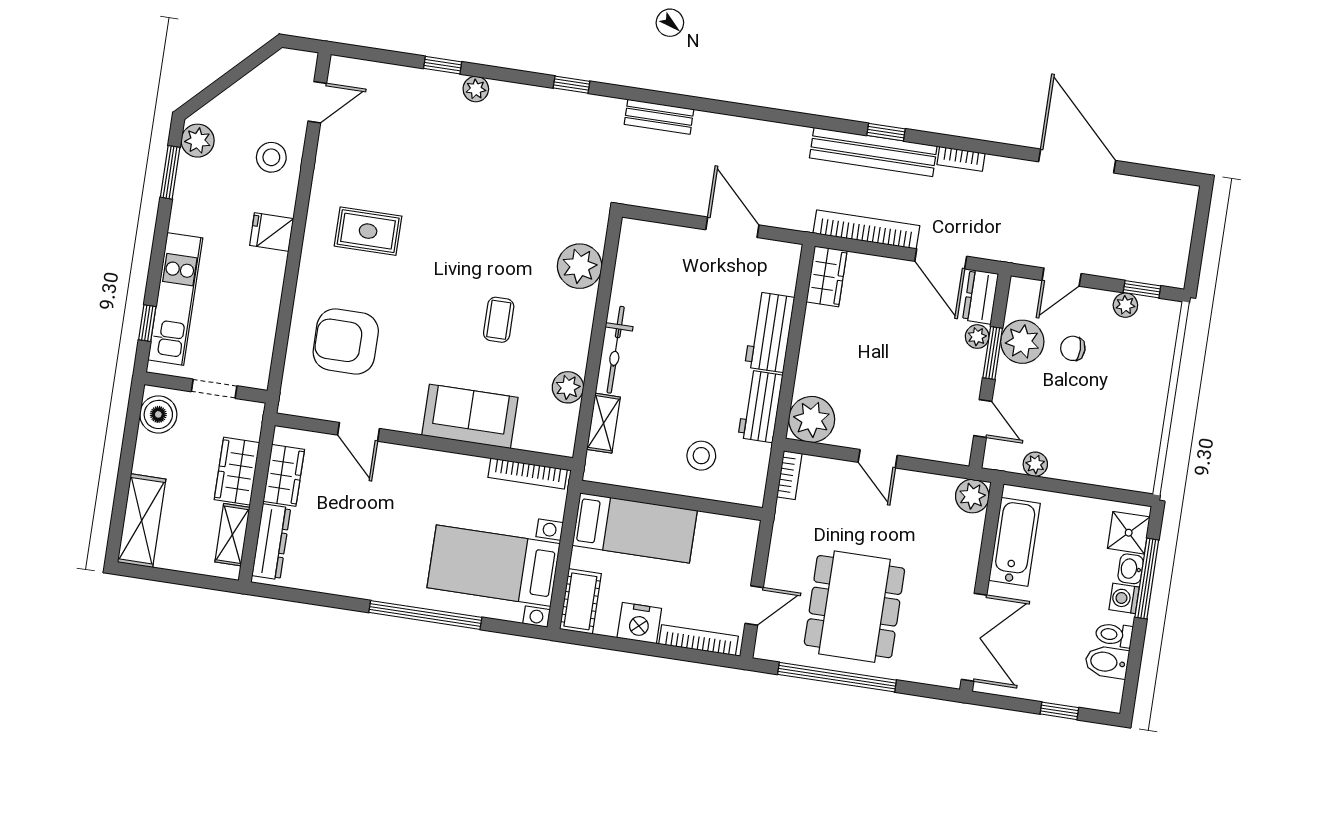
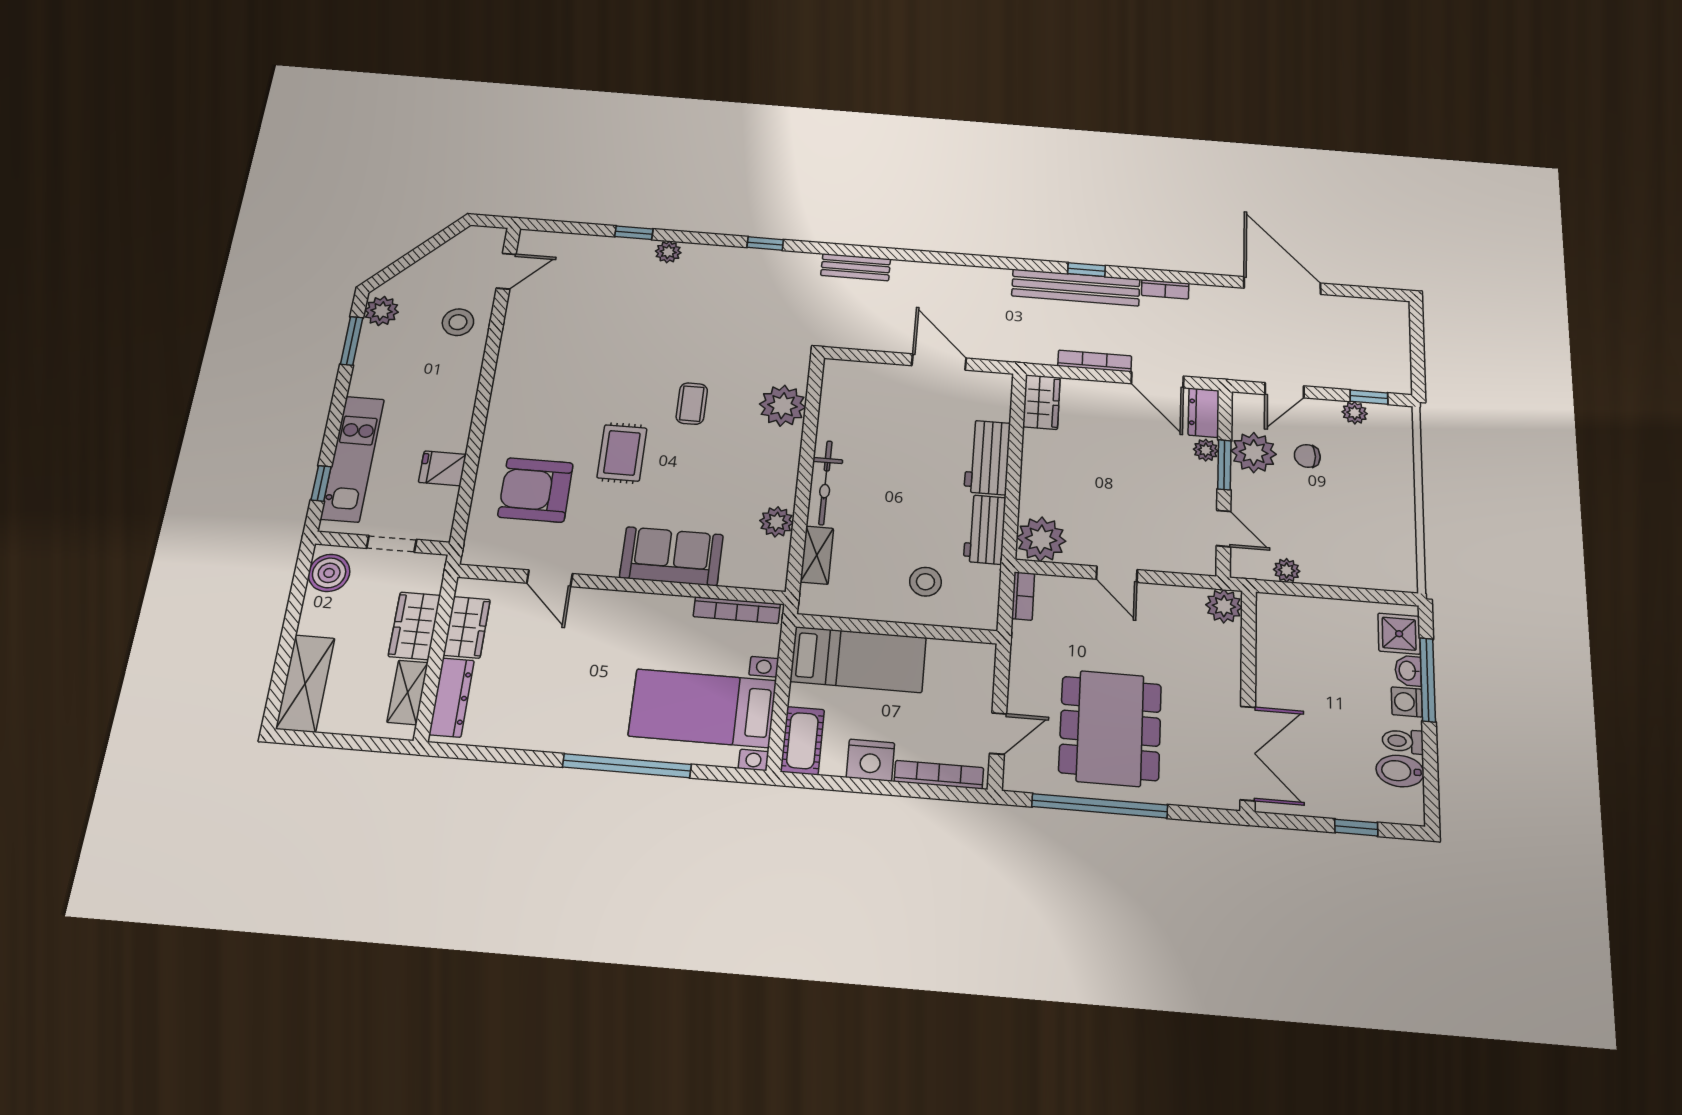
bookcase: (866, 229) -> (1095, 361), width x0.68, depth x0.76
rug: (368, 231) -> (622, 453), moved, turned 90
fridge: (272, 232) -> (442, 468), moved
coffee table: (499, 320) -> (692, 404), moved
bathtub: (1015, 542) -> (1277, 650), removed

